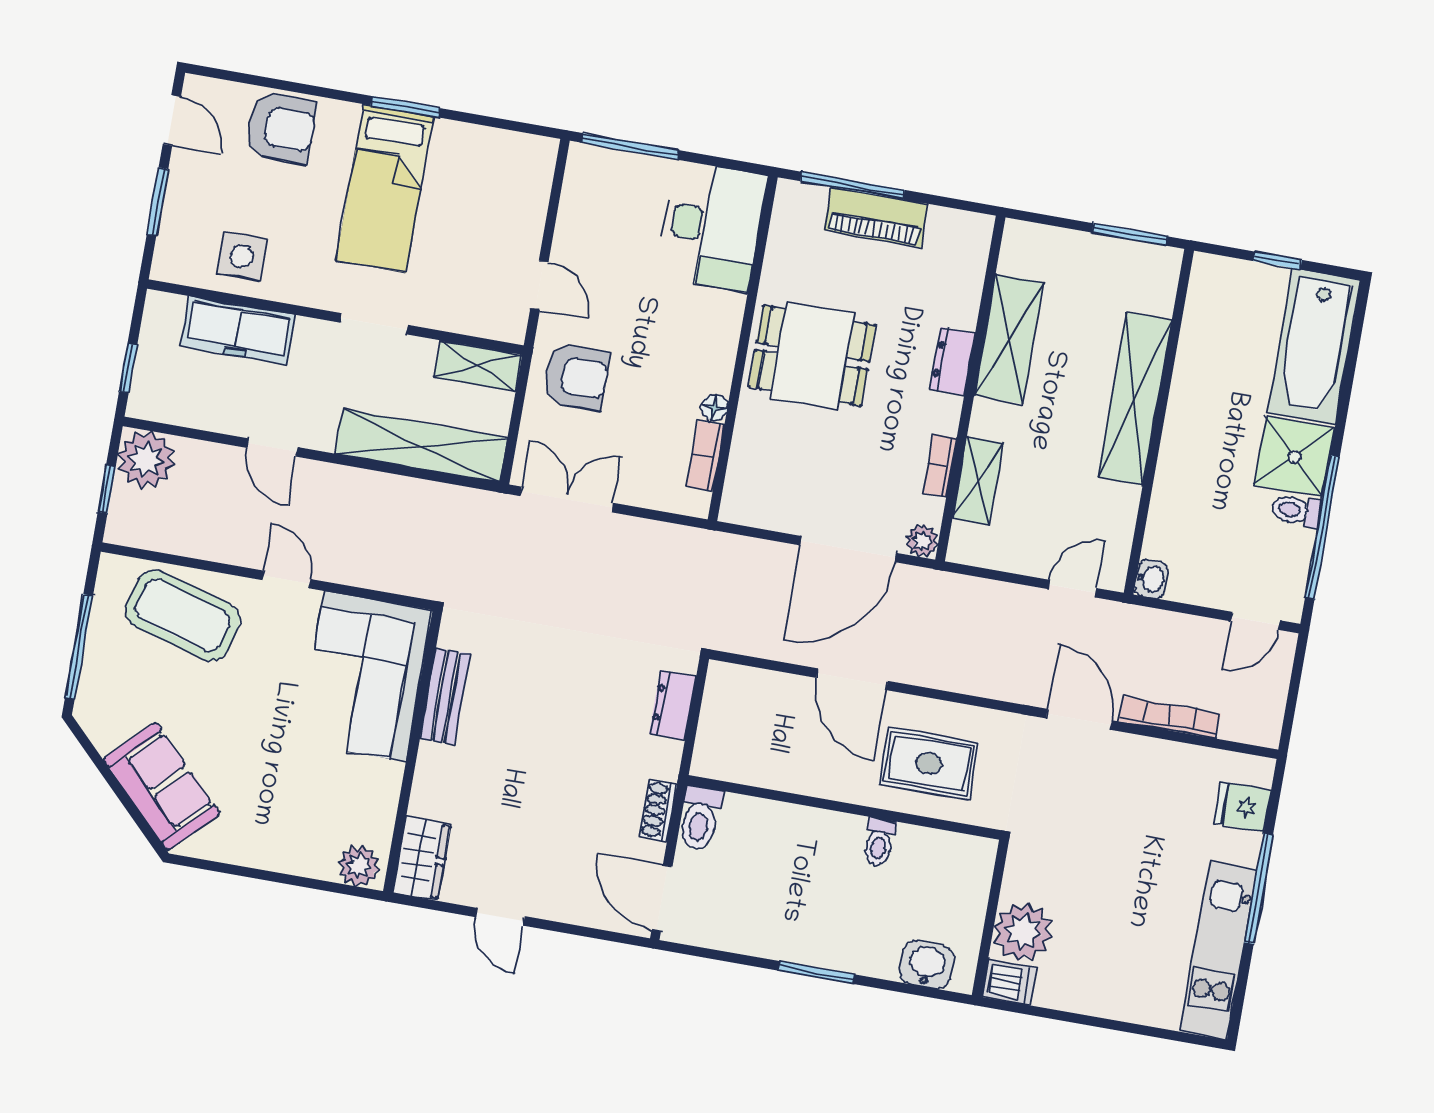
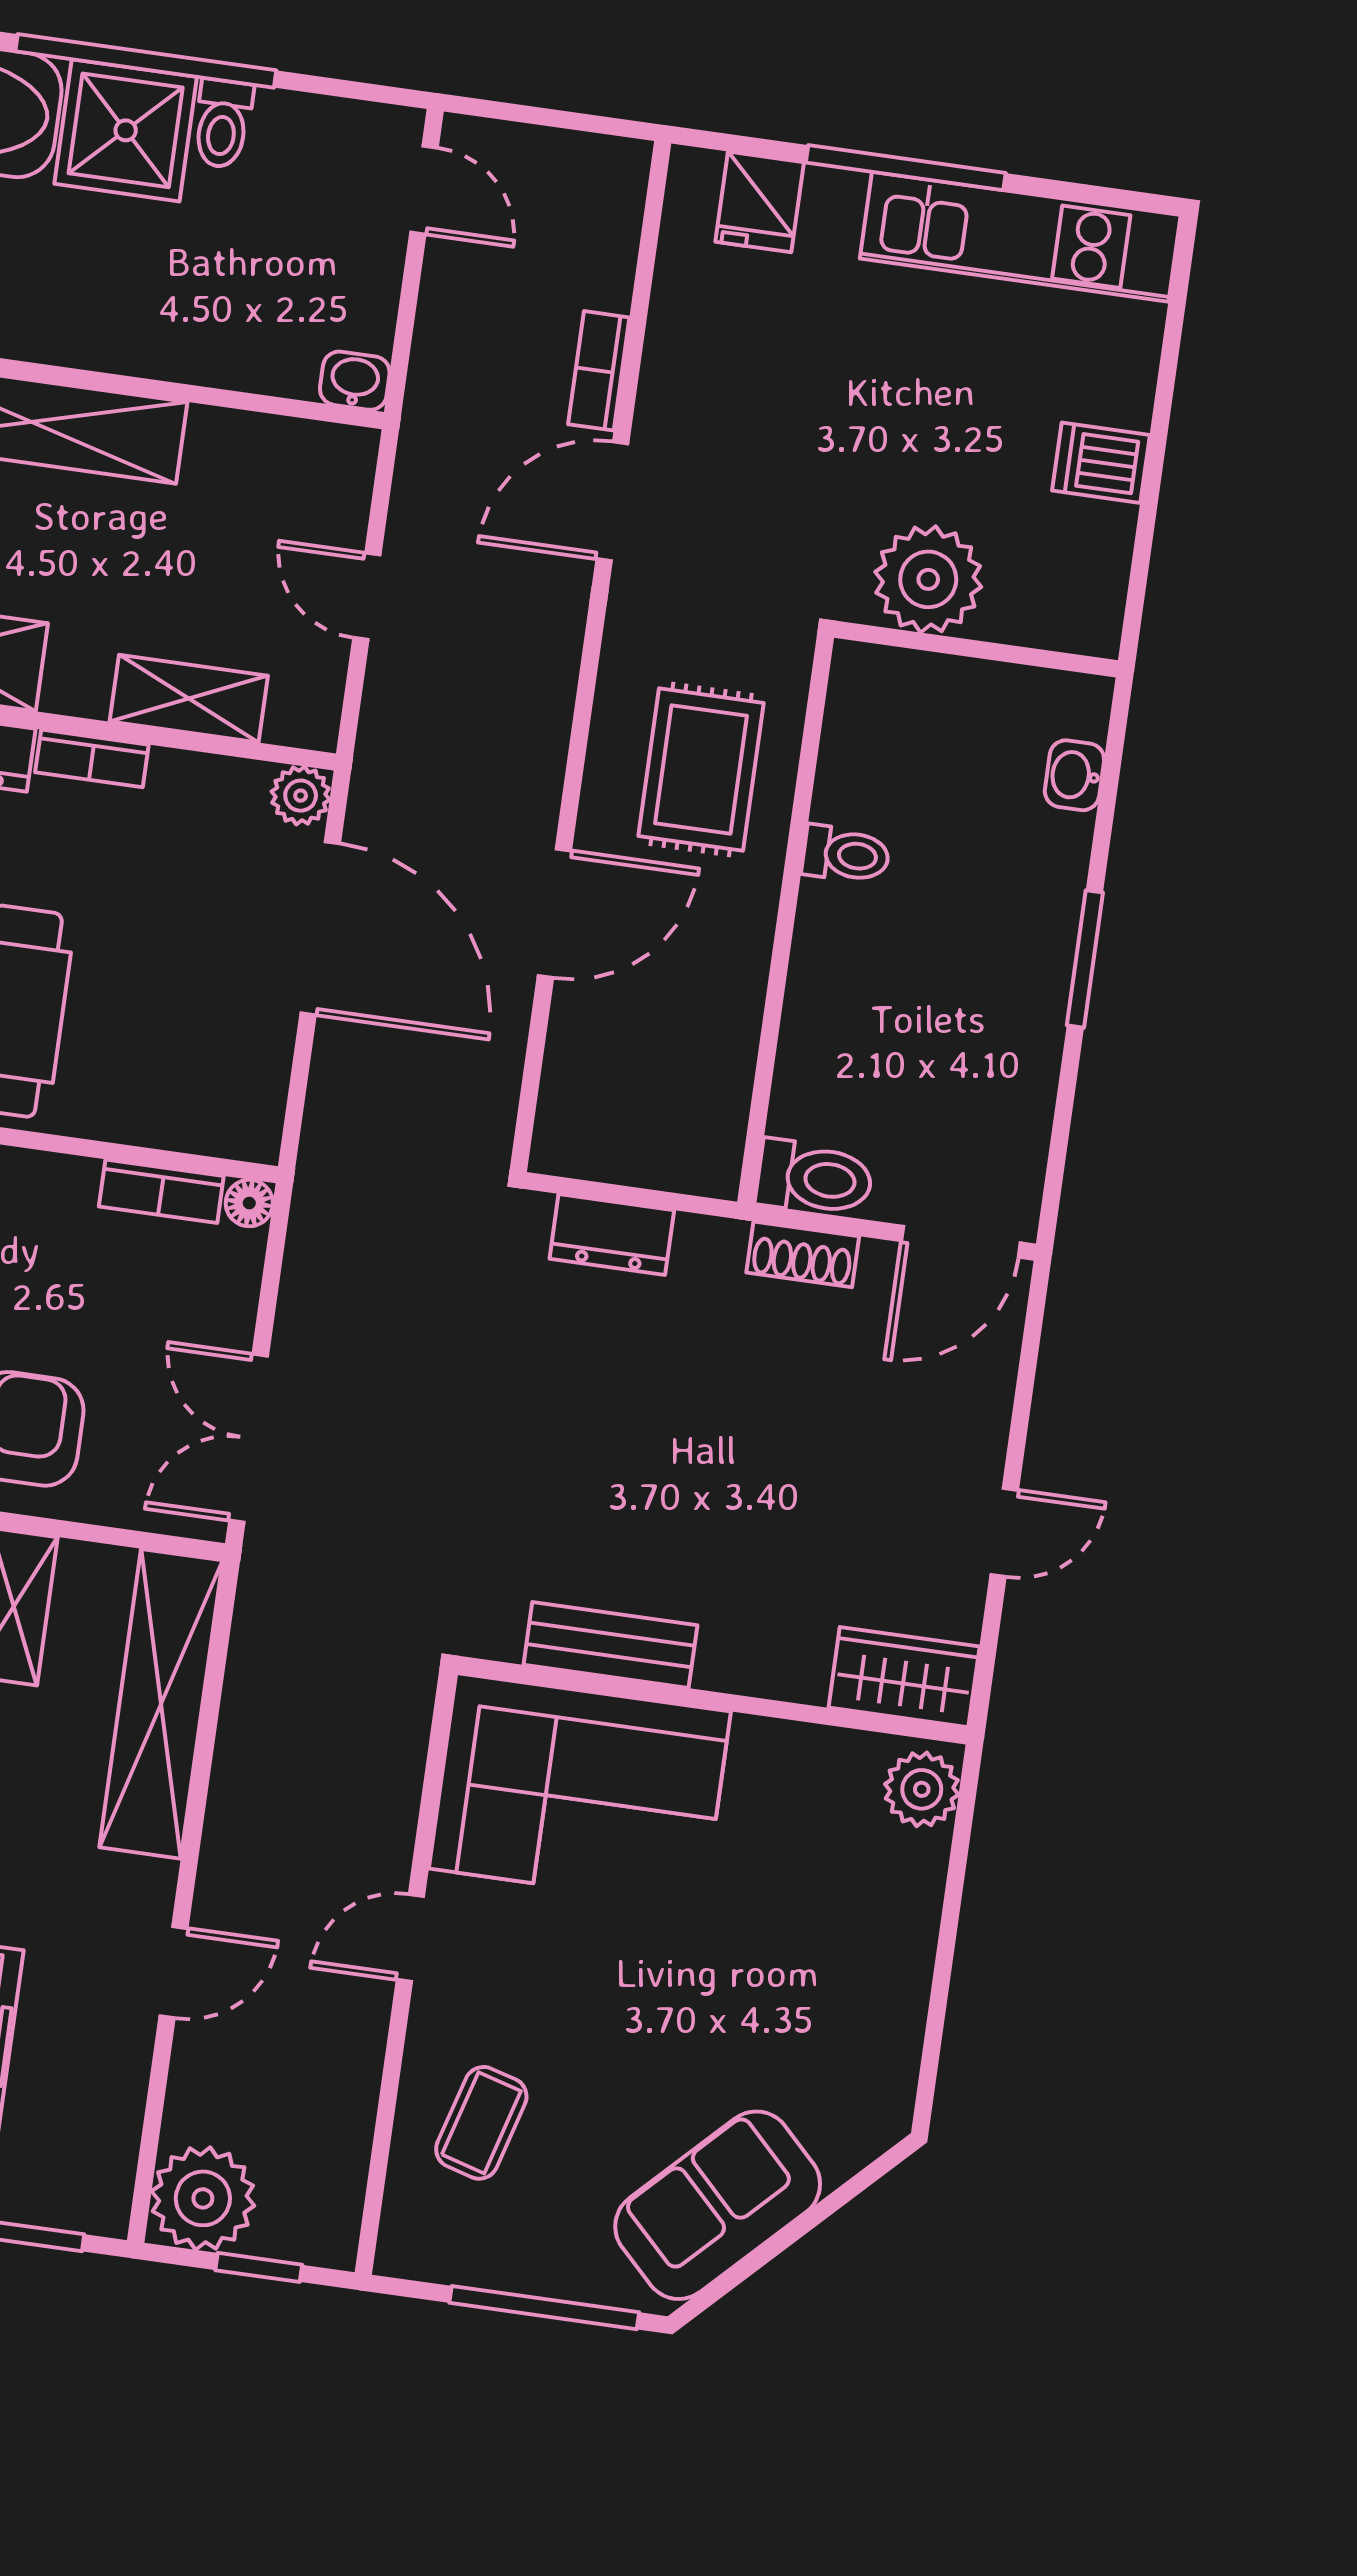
floor lamp: (714, 407) -> (249, 1203), moved
bookcase: (940, 466) -> (92, 758), moved
window: (1322, 527) -> (146, 61), moved
door: (1072, 589) -> (367, 596), moved
coffee table: (183, 615) -> (481, 2123), width x0.54, depth x0.58
bookcase: (1170, 718) -> (599, 371), width x0.64
sofa: (162, 786) -> (718, 2205), moved
plant: (1023, 932) -> (928, 579), moved
washbasin: (927, 965) -> (1074, 775), width x0.72, depth x0.69
dishwasher: (1009, 982) -> (1101, 463), moved, turned -90

